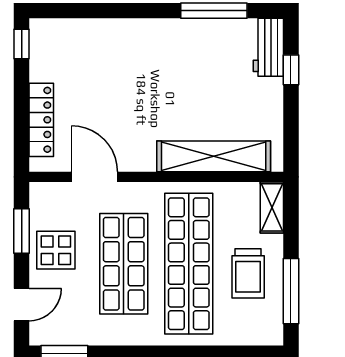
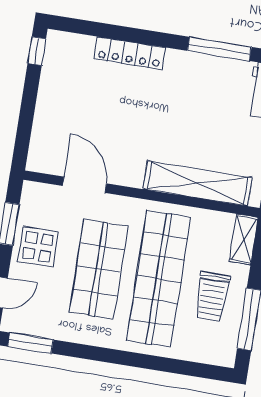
locker: (41, 120) -> (130, 53), moved, turned 90

